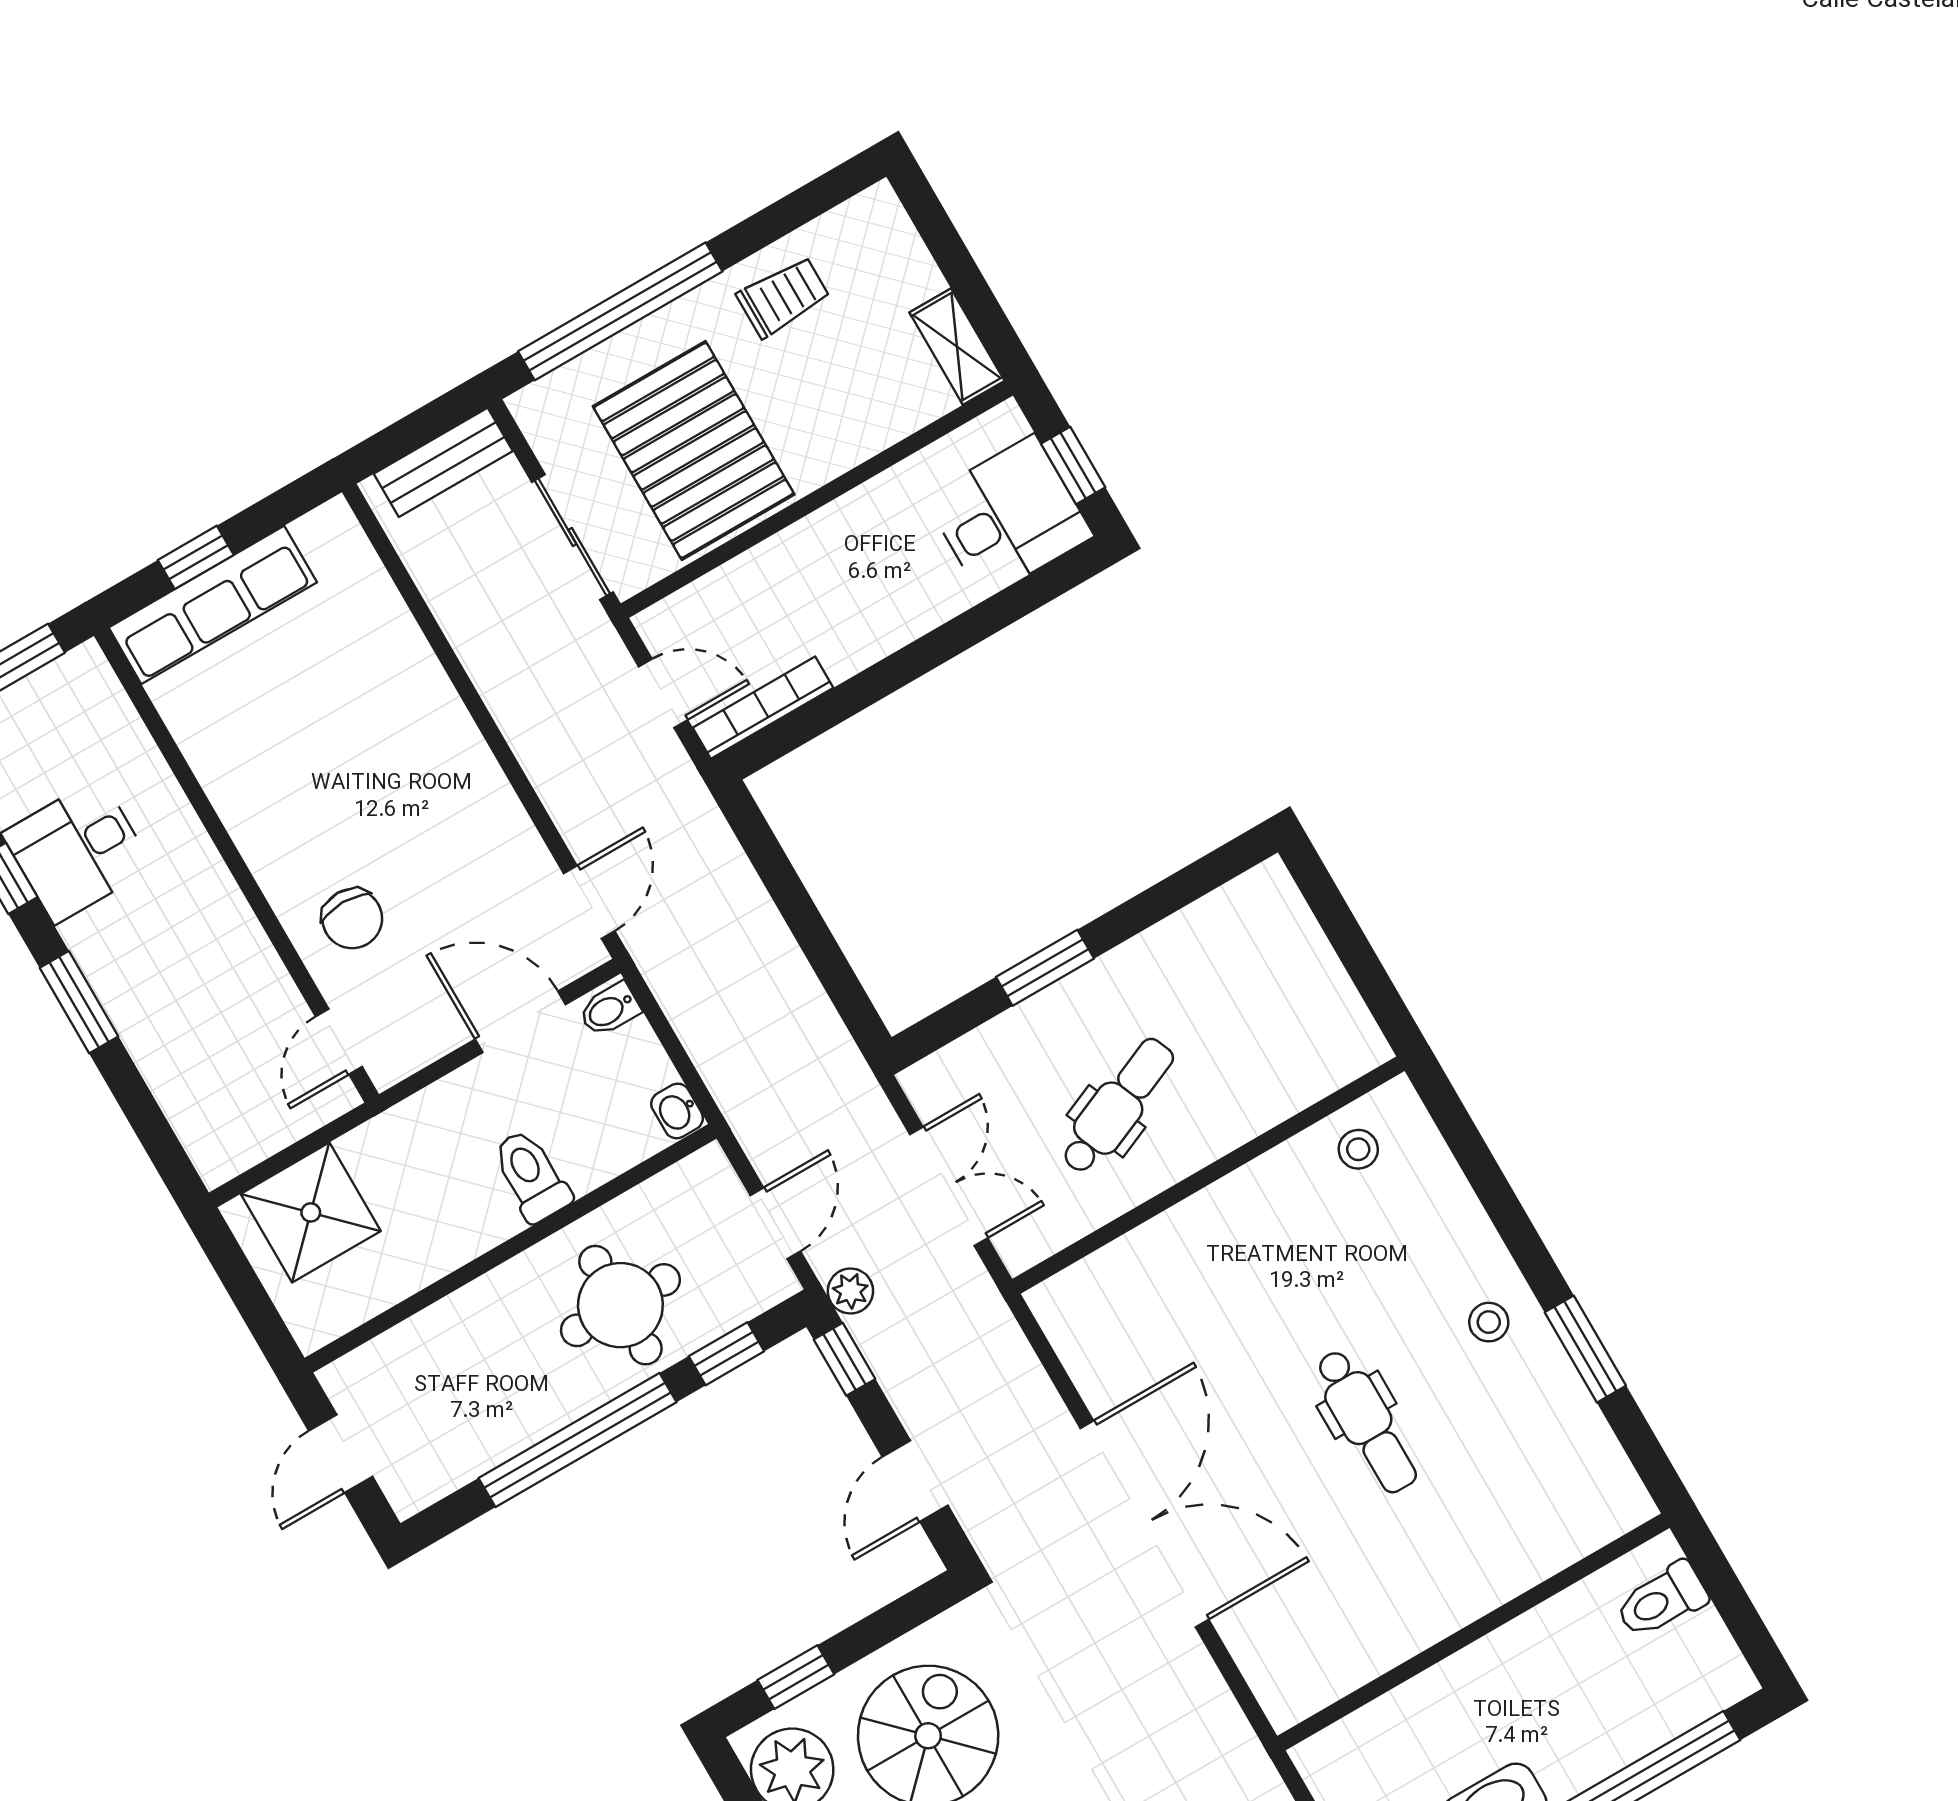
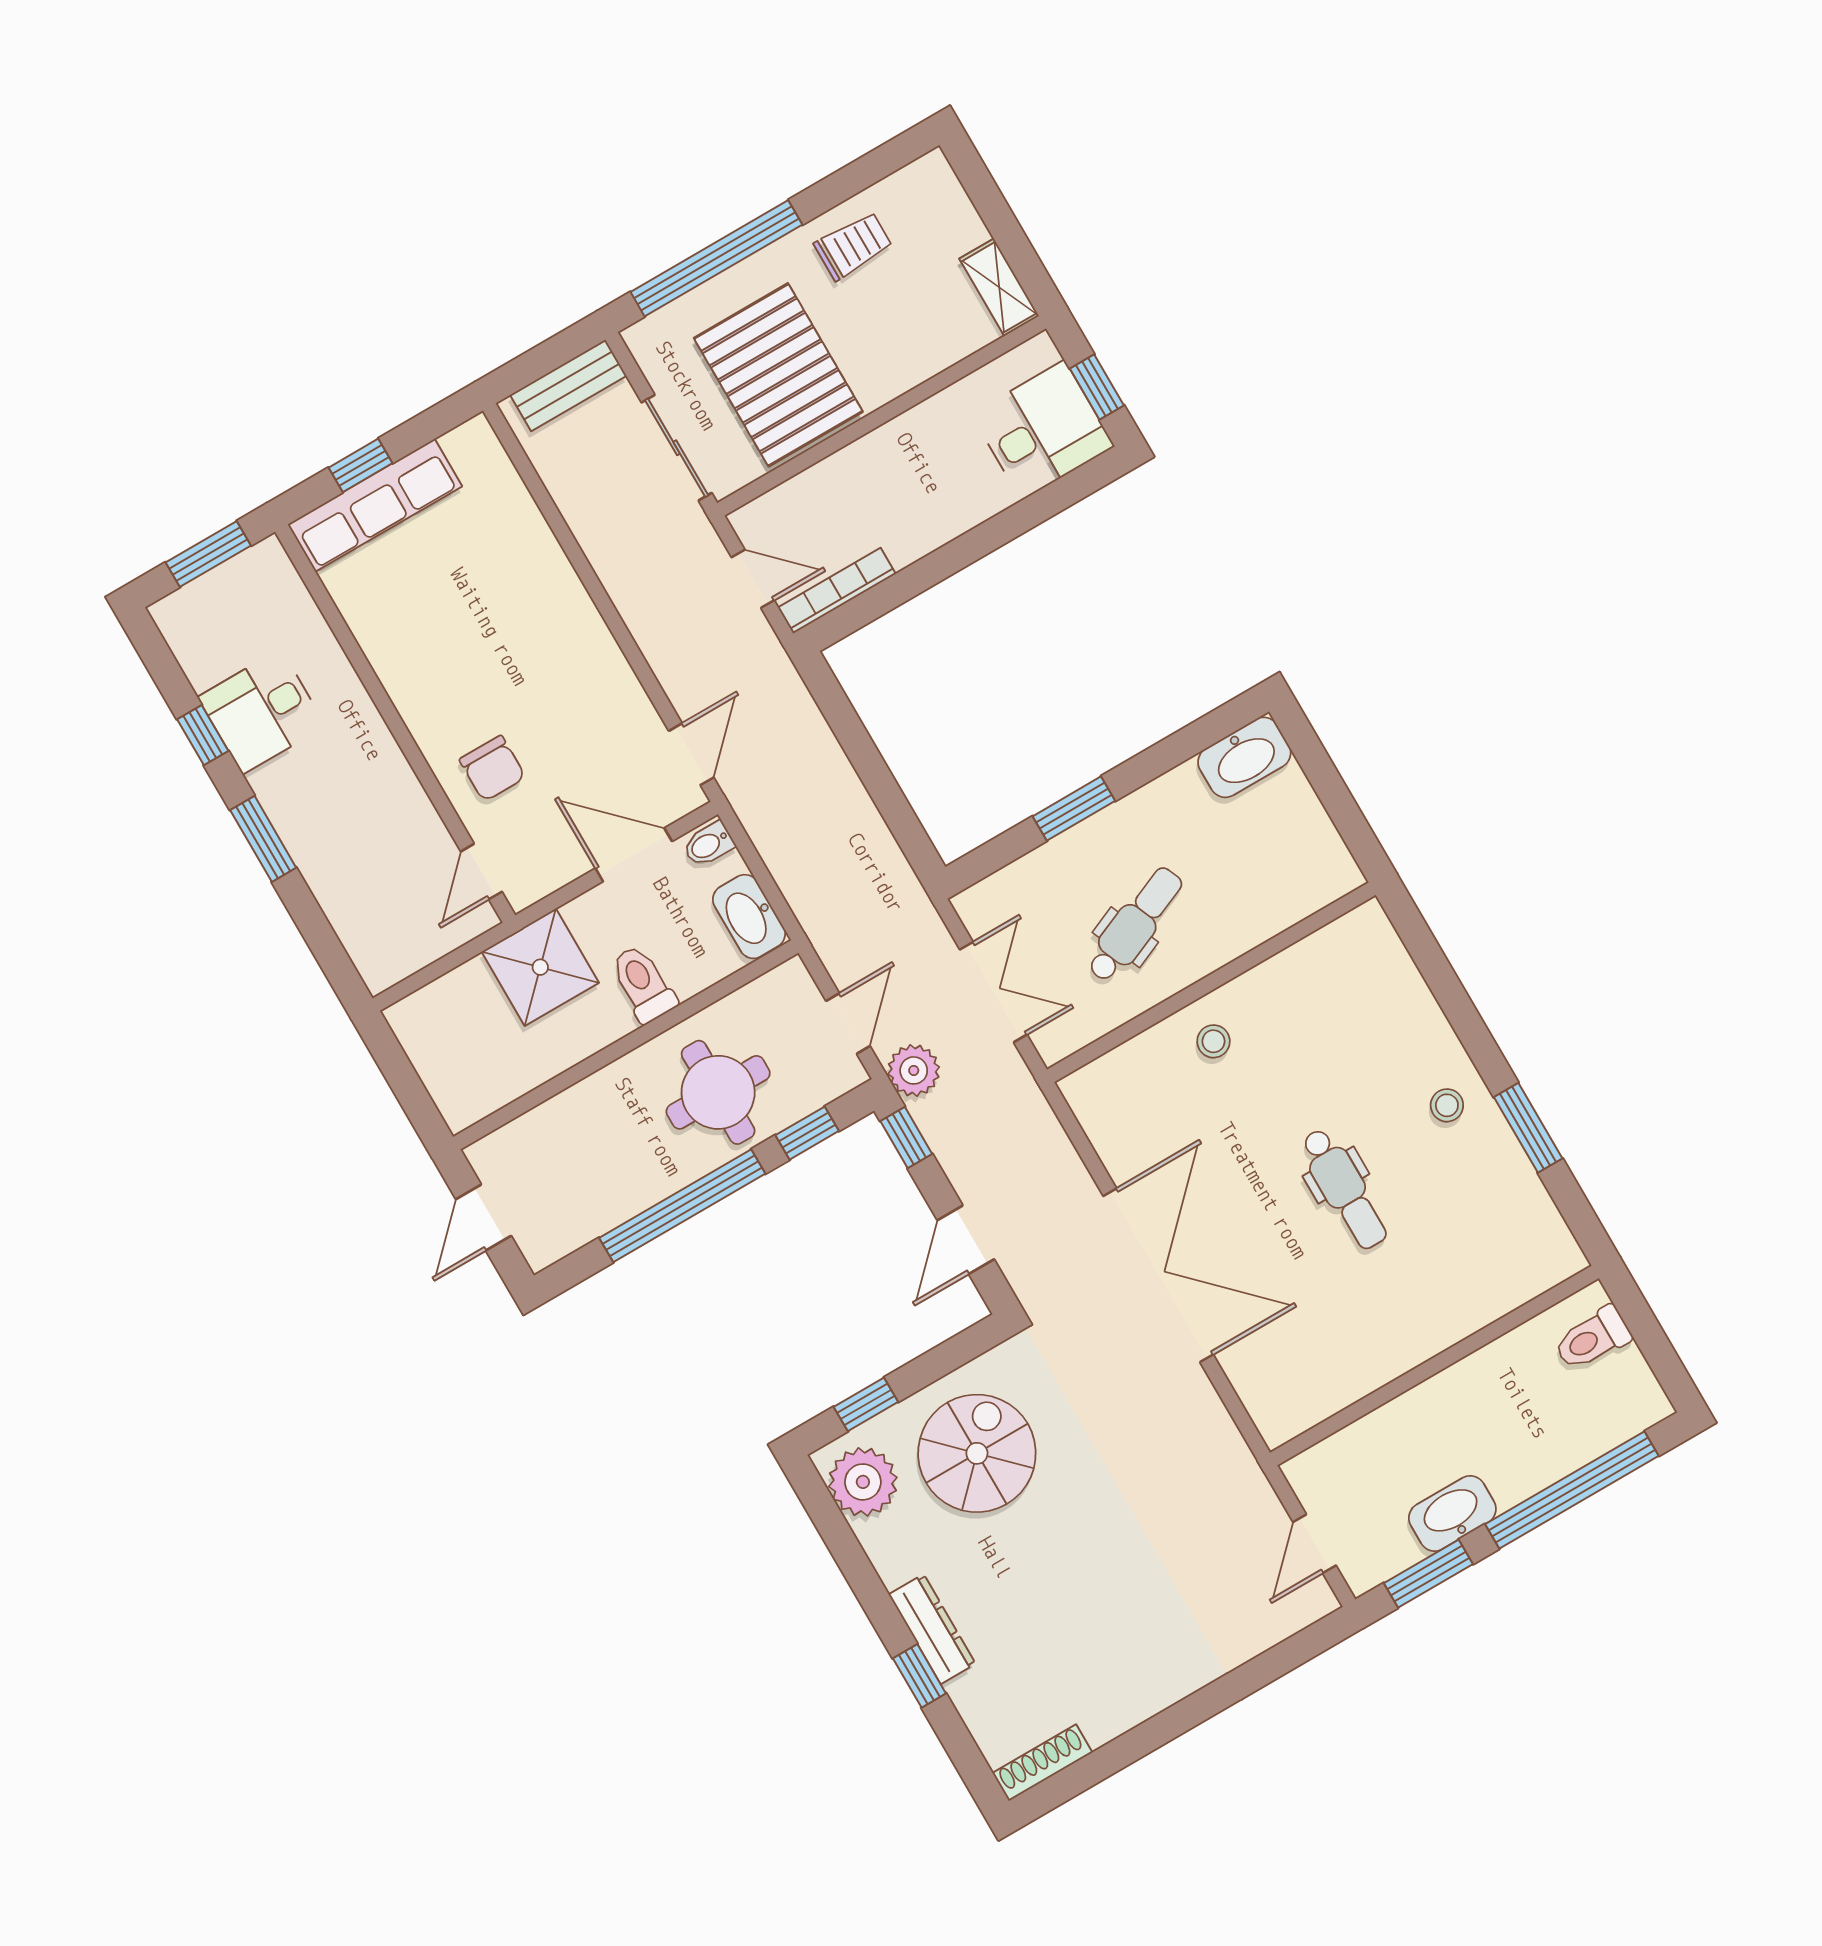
washbasin: (1248, 907) -> (1244, 757), added
washbasin: (677, 1111) -> (749, 917), width x1.91, depth x1.45
stool: (1358, 1149) -> (1213, 1041), moved
shower: (311, 1212) -> (540, 967), moved
plant: (850, 1291) -> (914, 1070), width x1.38, depth x1.38

